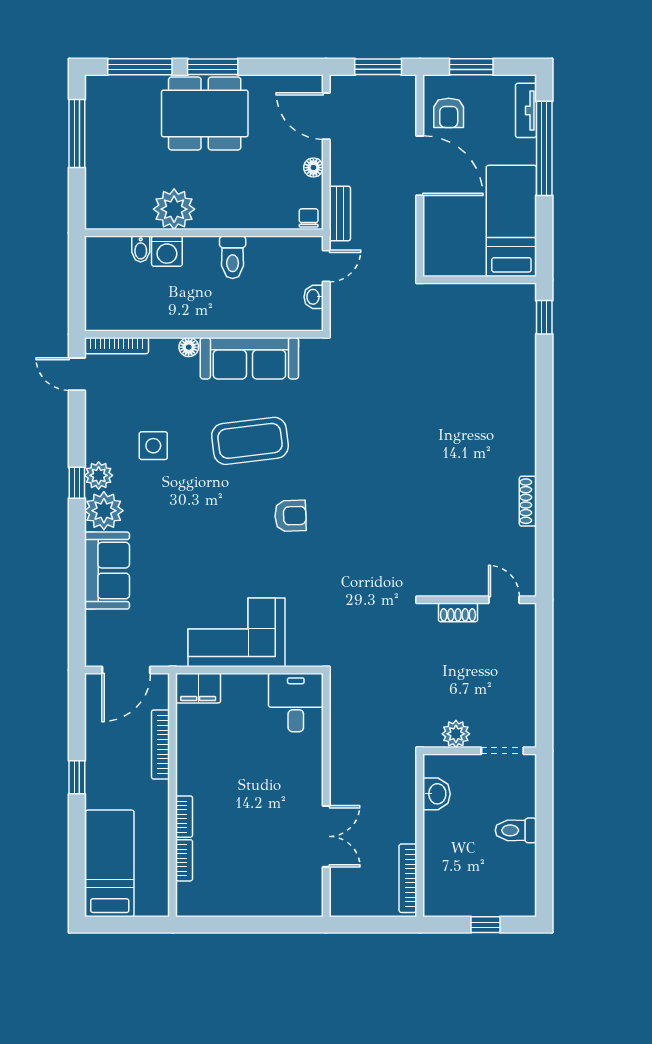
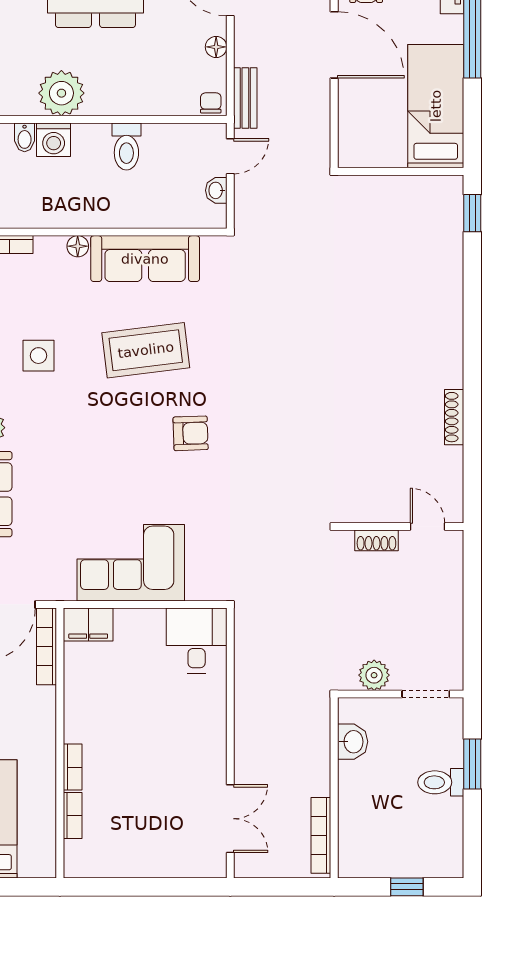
bookcase: (161, 744) -> (47, 646), moved
window: (544, 814) -> (472, 764), added
double door: (326, 836) -> (230, 819), moved

